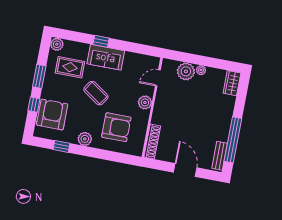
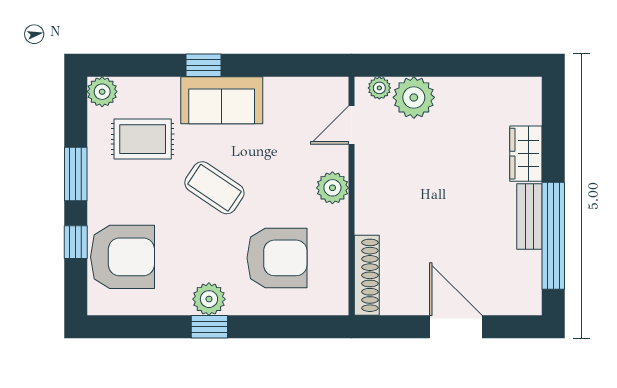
plant: (201, 70) -> (379, 88), moved
wardrobe: (232, 83) -> (526, 154), moved
armchair: (52, 115) -> (122, 257), turned 90
window: (62, 146) -> (209, 327), moved
bench: (220, 156) -> (529, 216), moved

